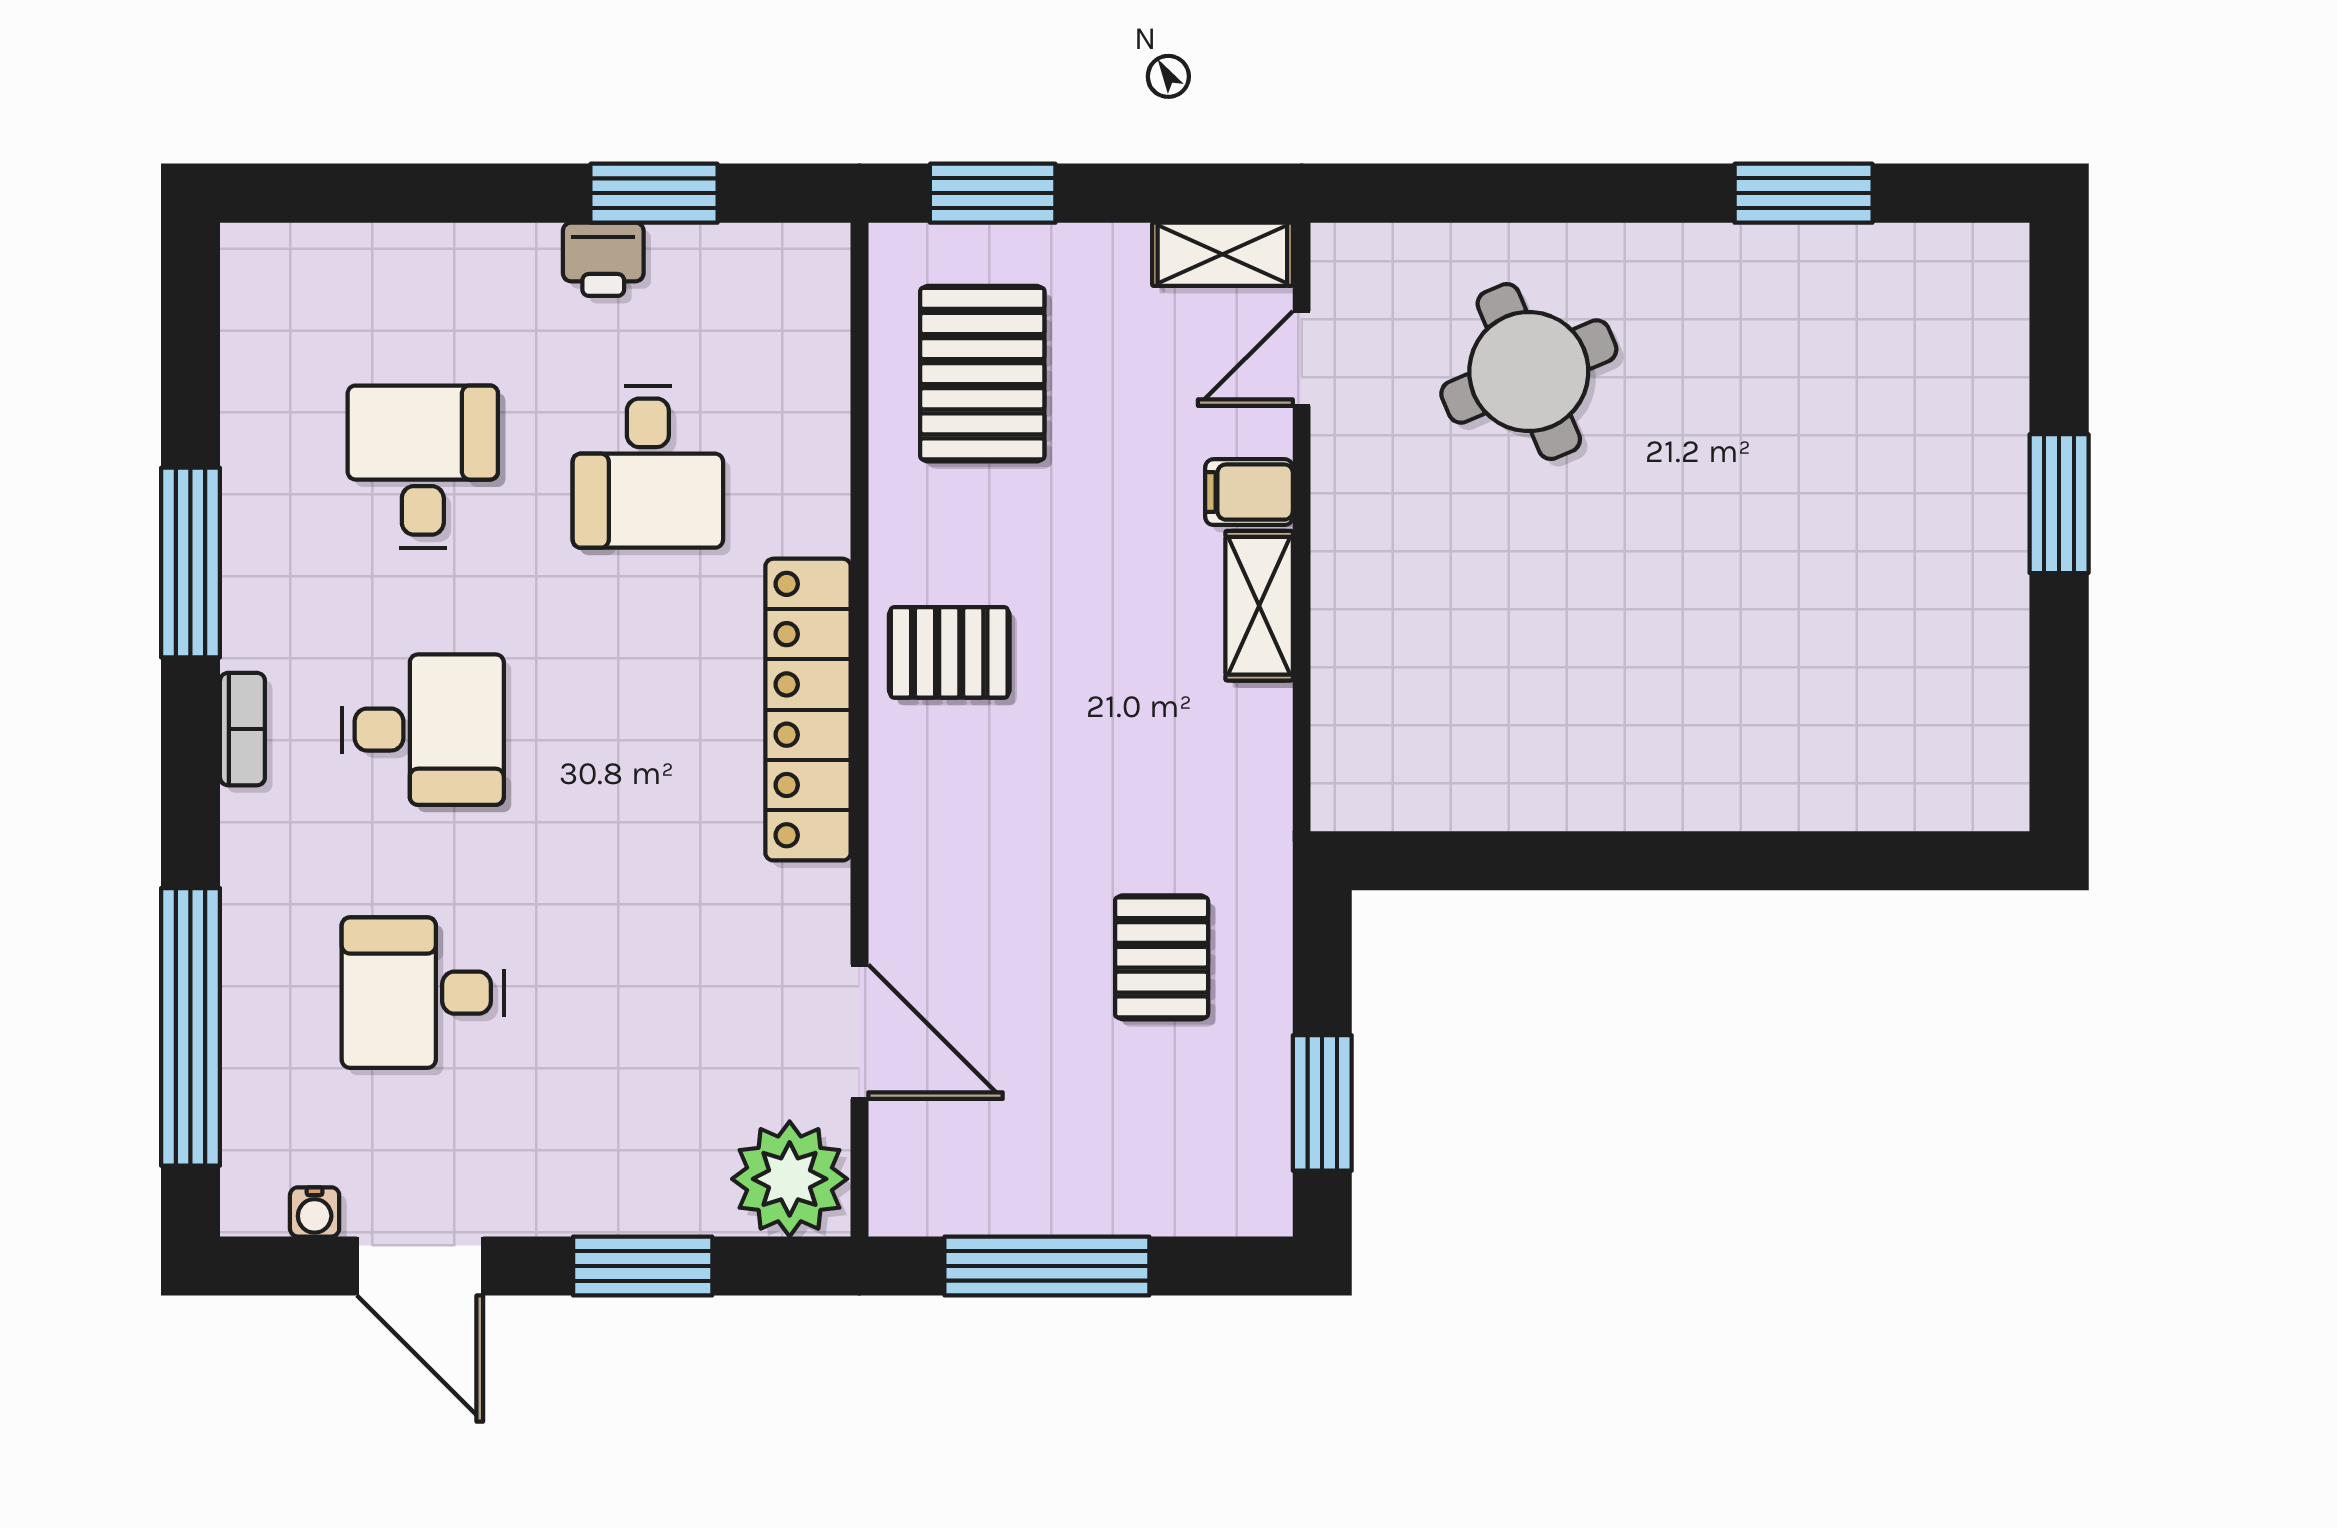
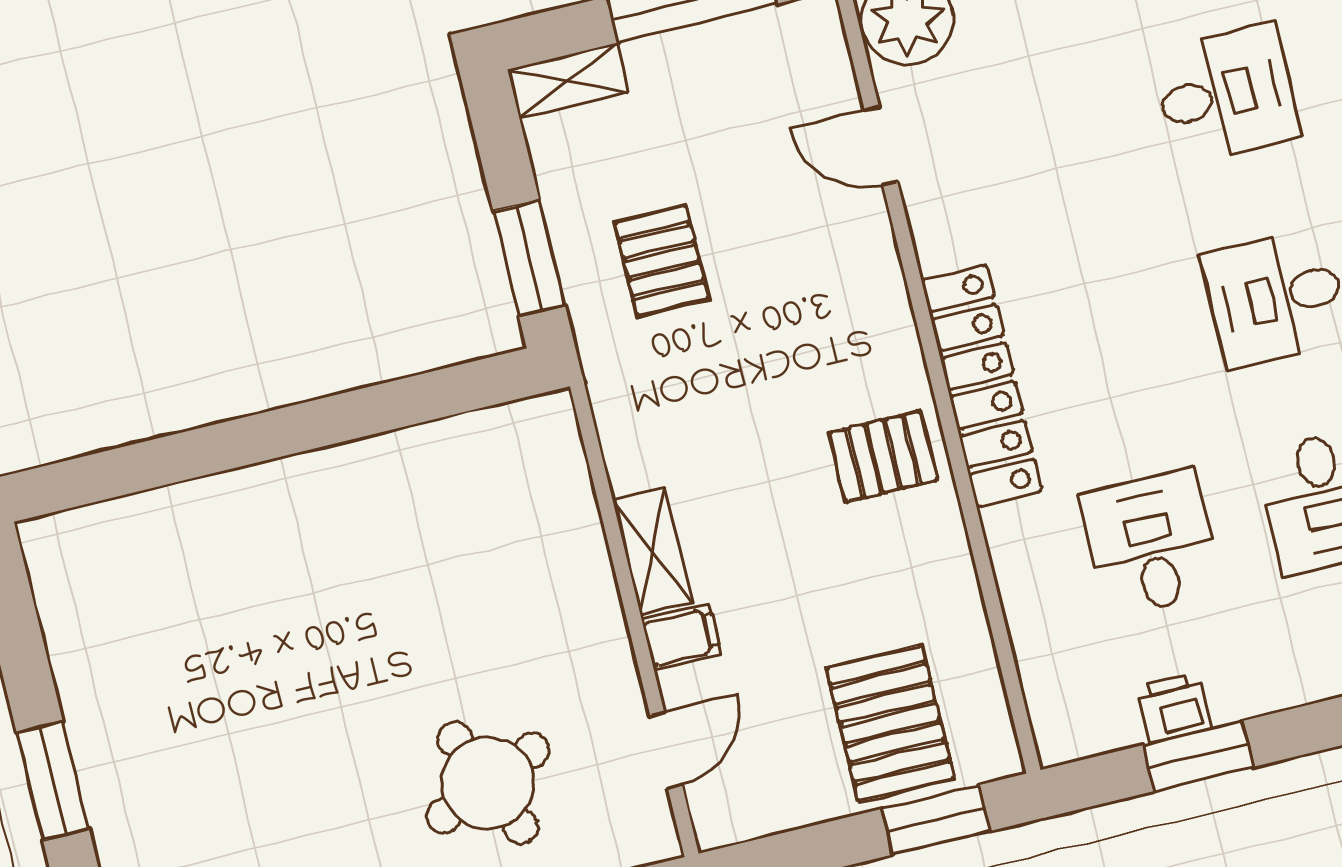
shelving: (1222, 254) -> (568, 81), moved
printer: (603, 259) -> (1174, 708), moved
pallet: (982, 374) -> (890, 723), moved
door: (860, 1032) -> (881, 146), width x0.73
window: (1322, 1103) -> (529, 258), moved

